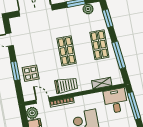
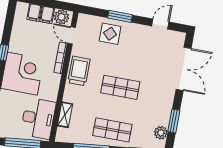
trolley: (66, 85) -> (79, 71), turned 180
door: (43, 100) -> (72, 35), swing flipped
desk: (116, 101) -> (38, 118), width x1.37

